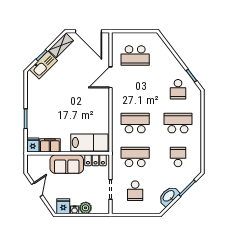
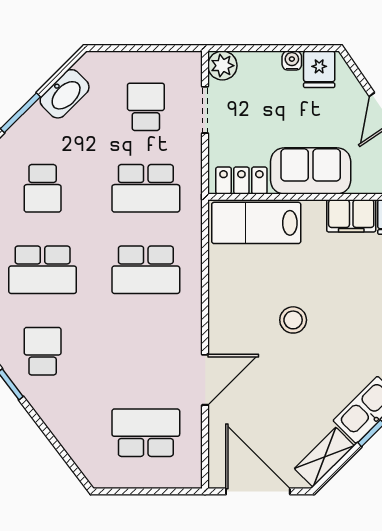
stool: (74, 102) -> (293, 320), added
plant: (86, 208) -> (222, 66), moved

